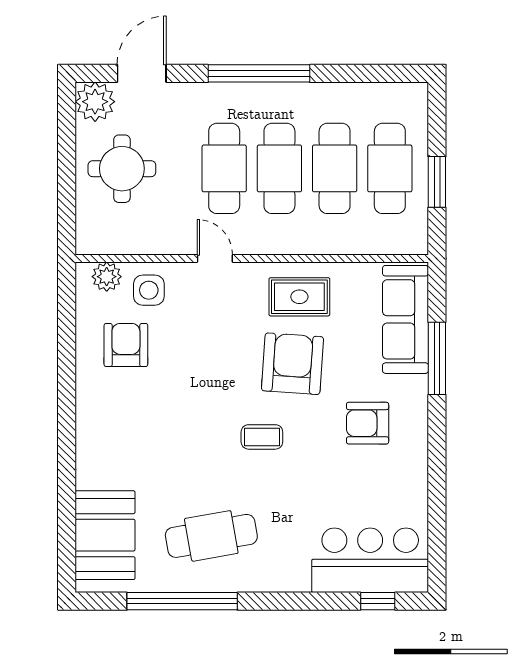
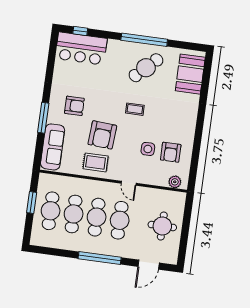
plant: (95, 102) -> (170, 255), removed
side table: (149, 290) -> (148, 149), moved
window: (437, 358) -> (43, 118), moved
coffee table: (262, 437) -> (135, 109), moved
cafe table: (211, 536) -> (146, 68), turned -34
window: (182, 601) -> (144, 40), moved

